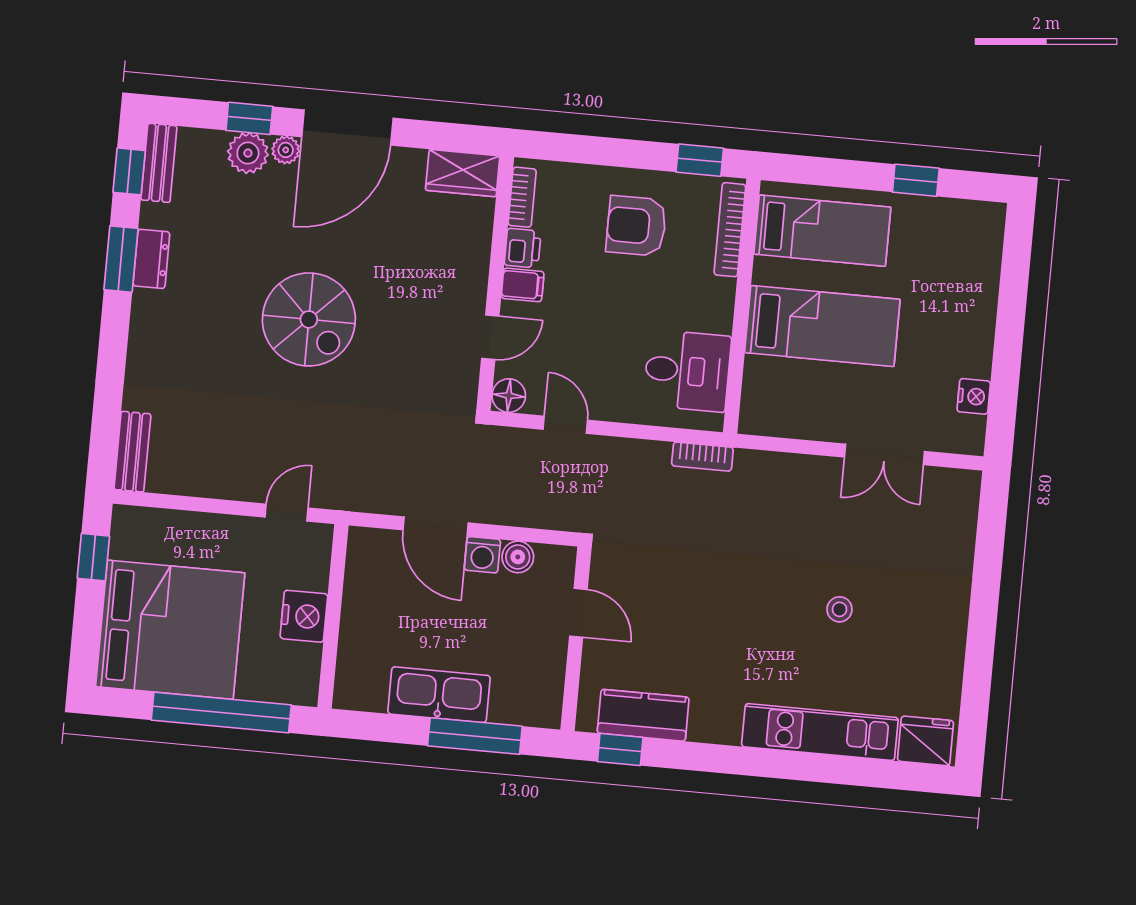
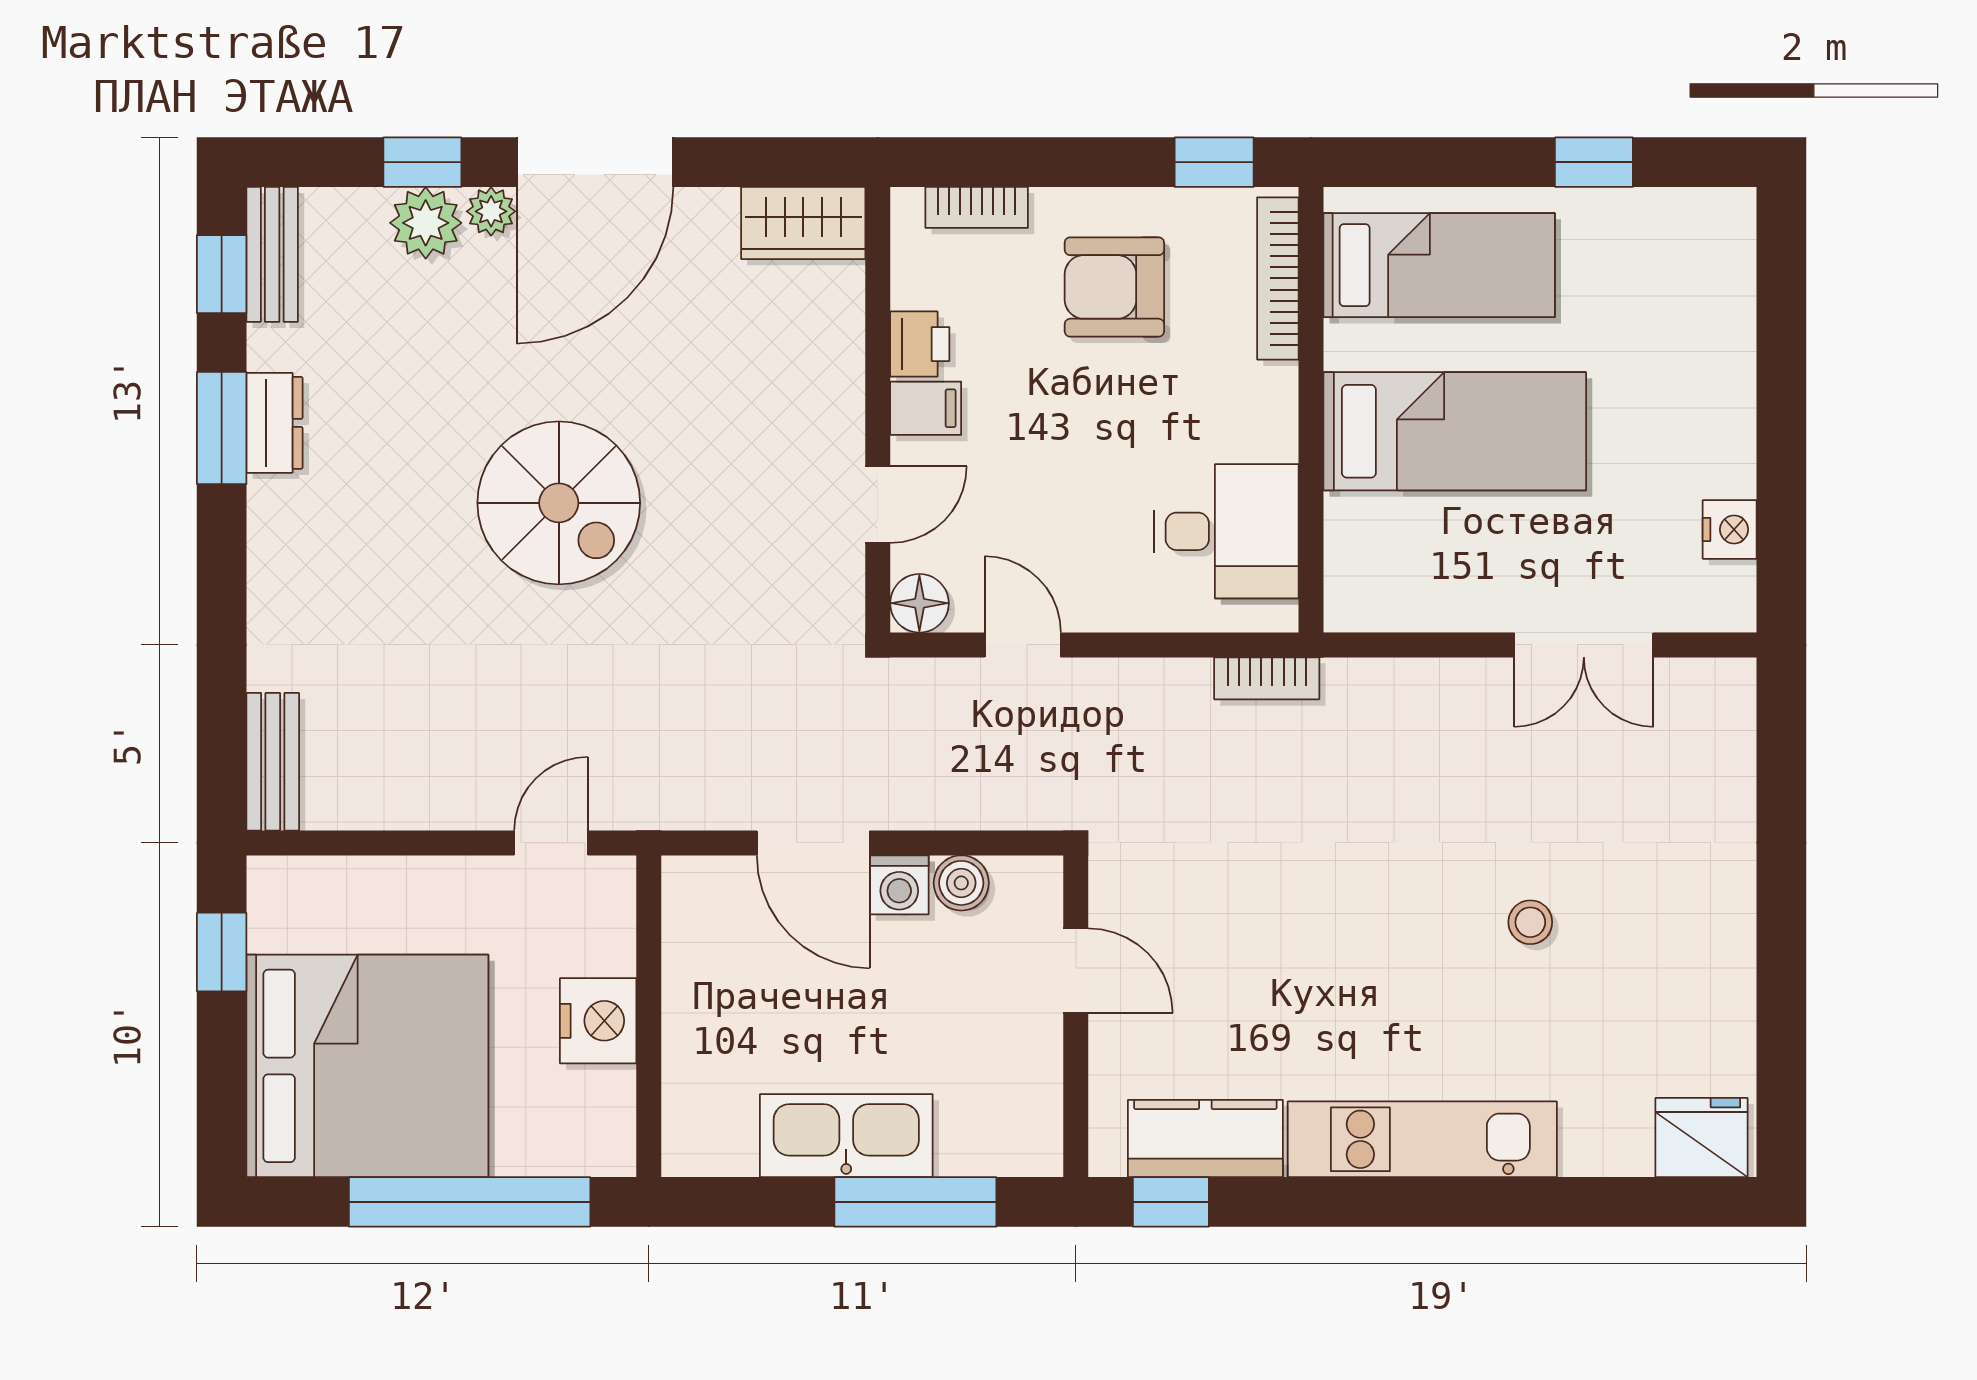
bookcase: (522, 197) -> (977, 207), moved, turned 90
kitchen unit: (820, 732) -> (1422, 1139), moved

